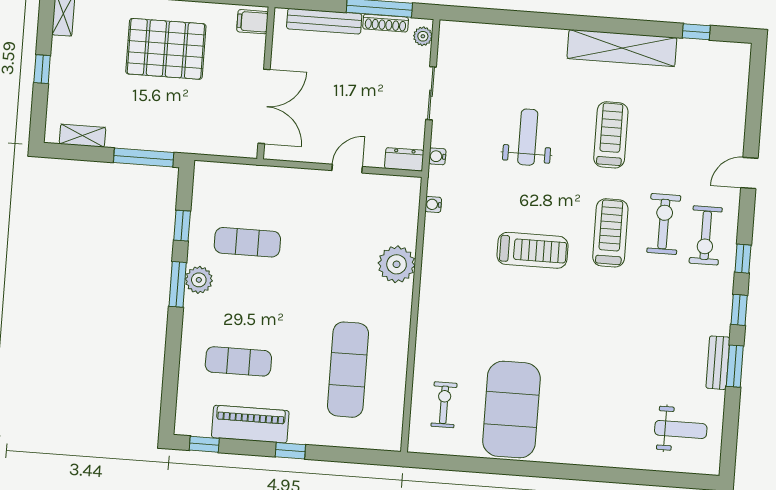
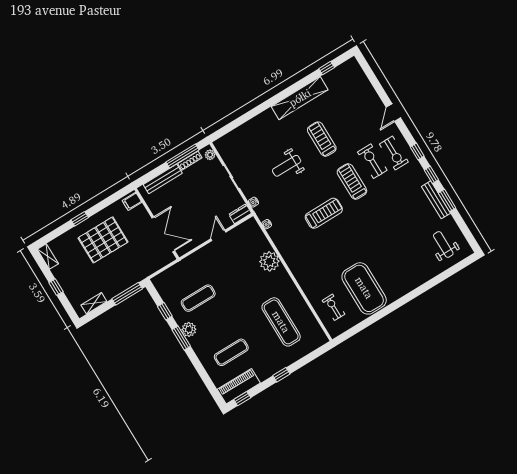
weight bench: (528, 137) -> (287, 166), turned -90
bench: (718, 363) -> (436, 200), width x1.36
piano: (250, 424) -> (239, 386), moved
weight bench: (681, 429) -> (443, 244), turned -90

